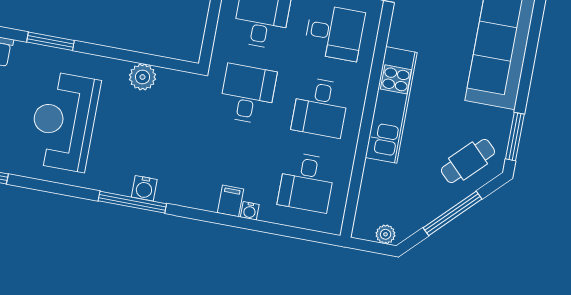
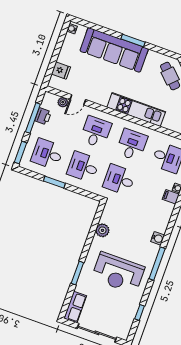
desk: (320, 107) -> (132, 145), turned -90
window: (515, 137) -> (133, 41), moved
window: (132, 202) -> (157, 264), moved

